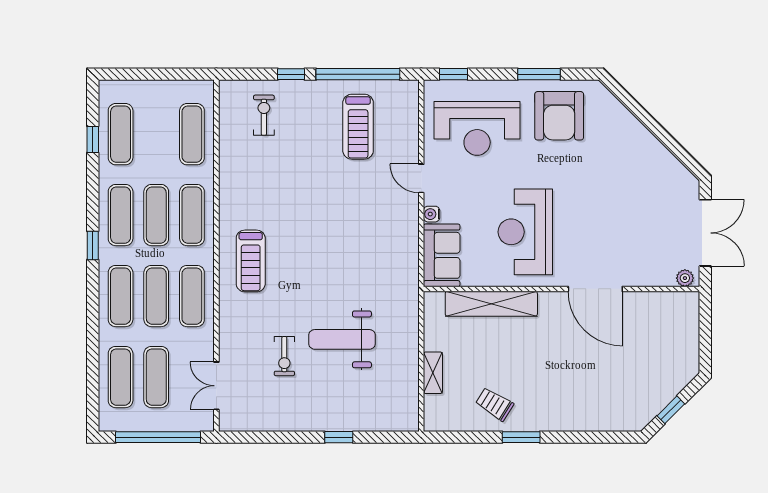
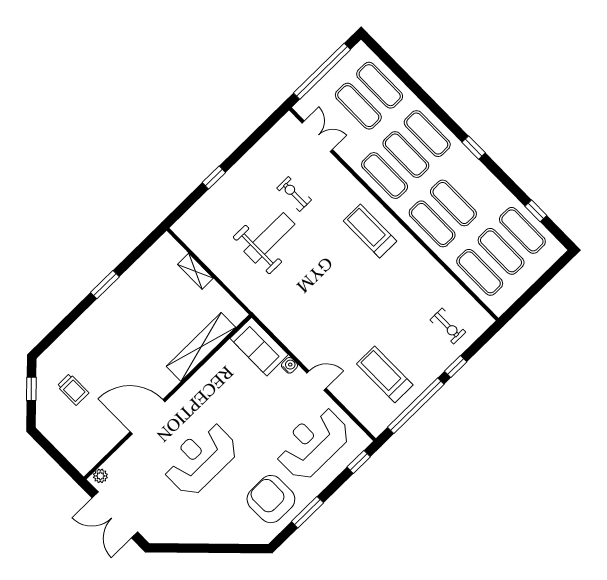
exercise mat: (121, 215) -> (501, 251), moved
reception desk: (525, 232) -> (200, 459), moved, turned -90
trolley: (494, 404) -> (73, 389), moved, turned 58

